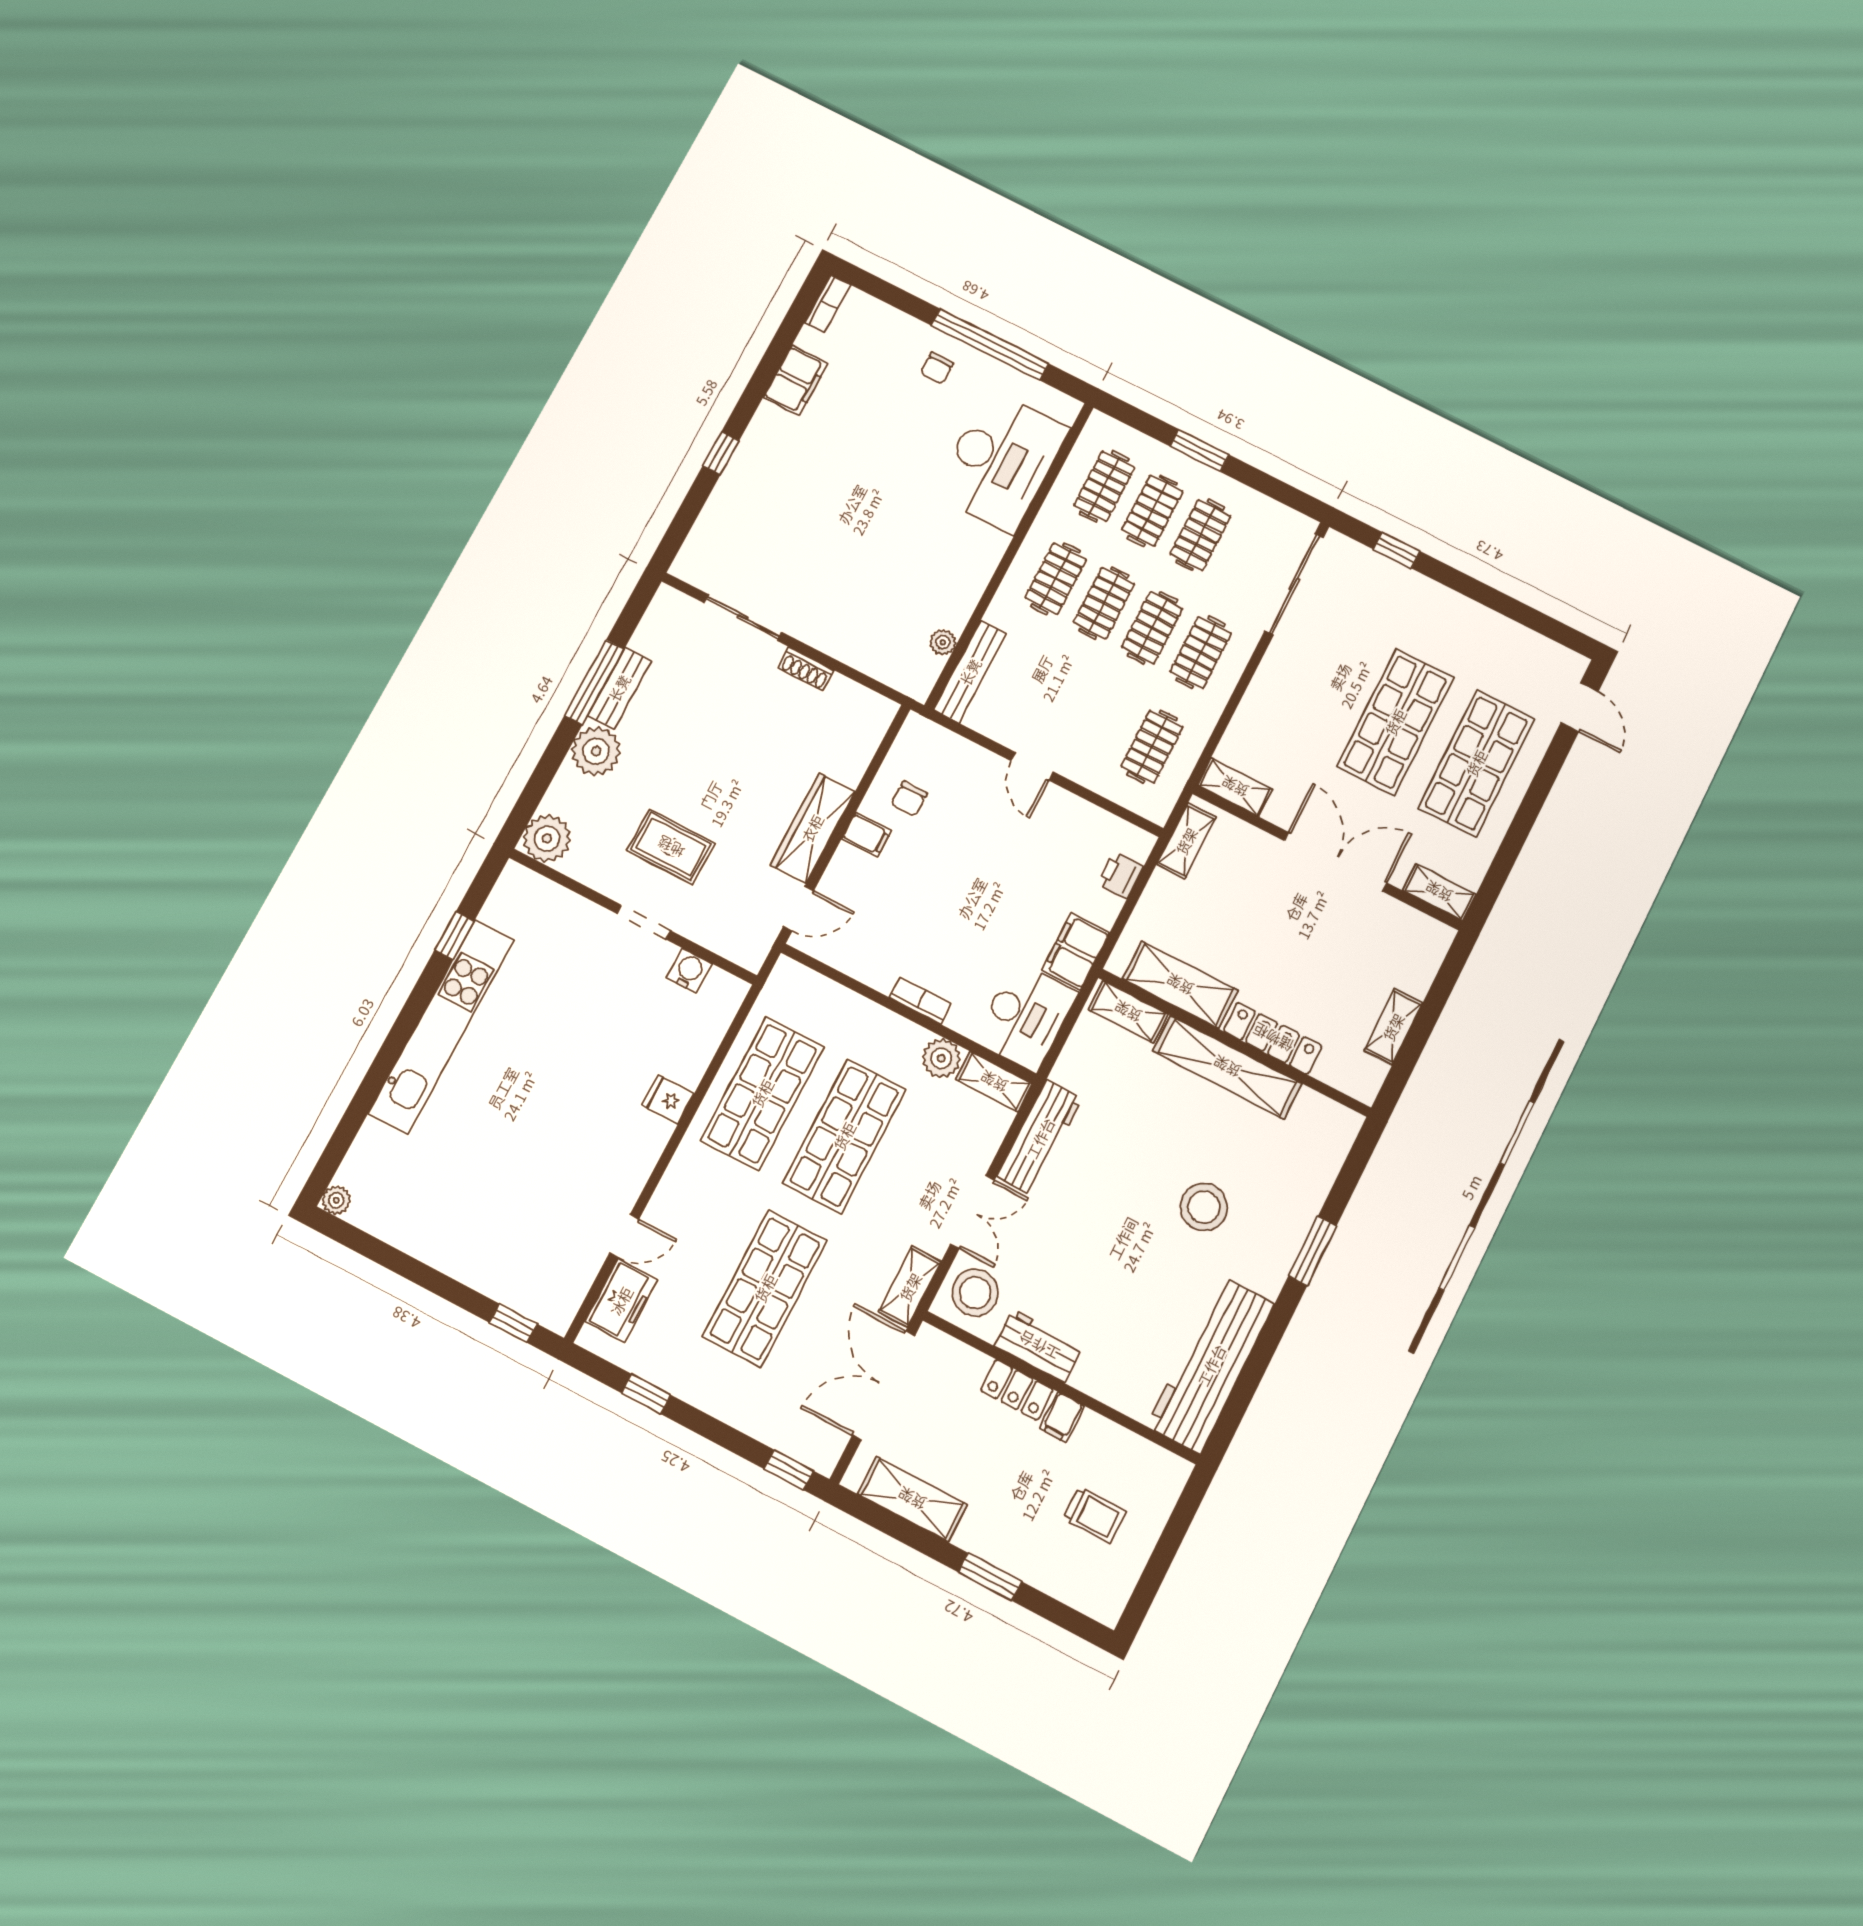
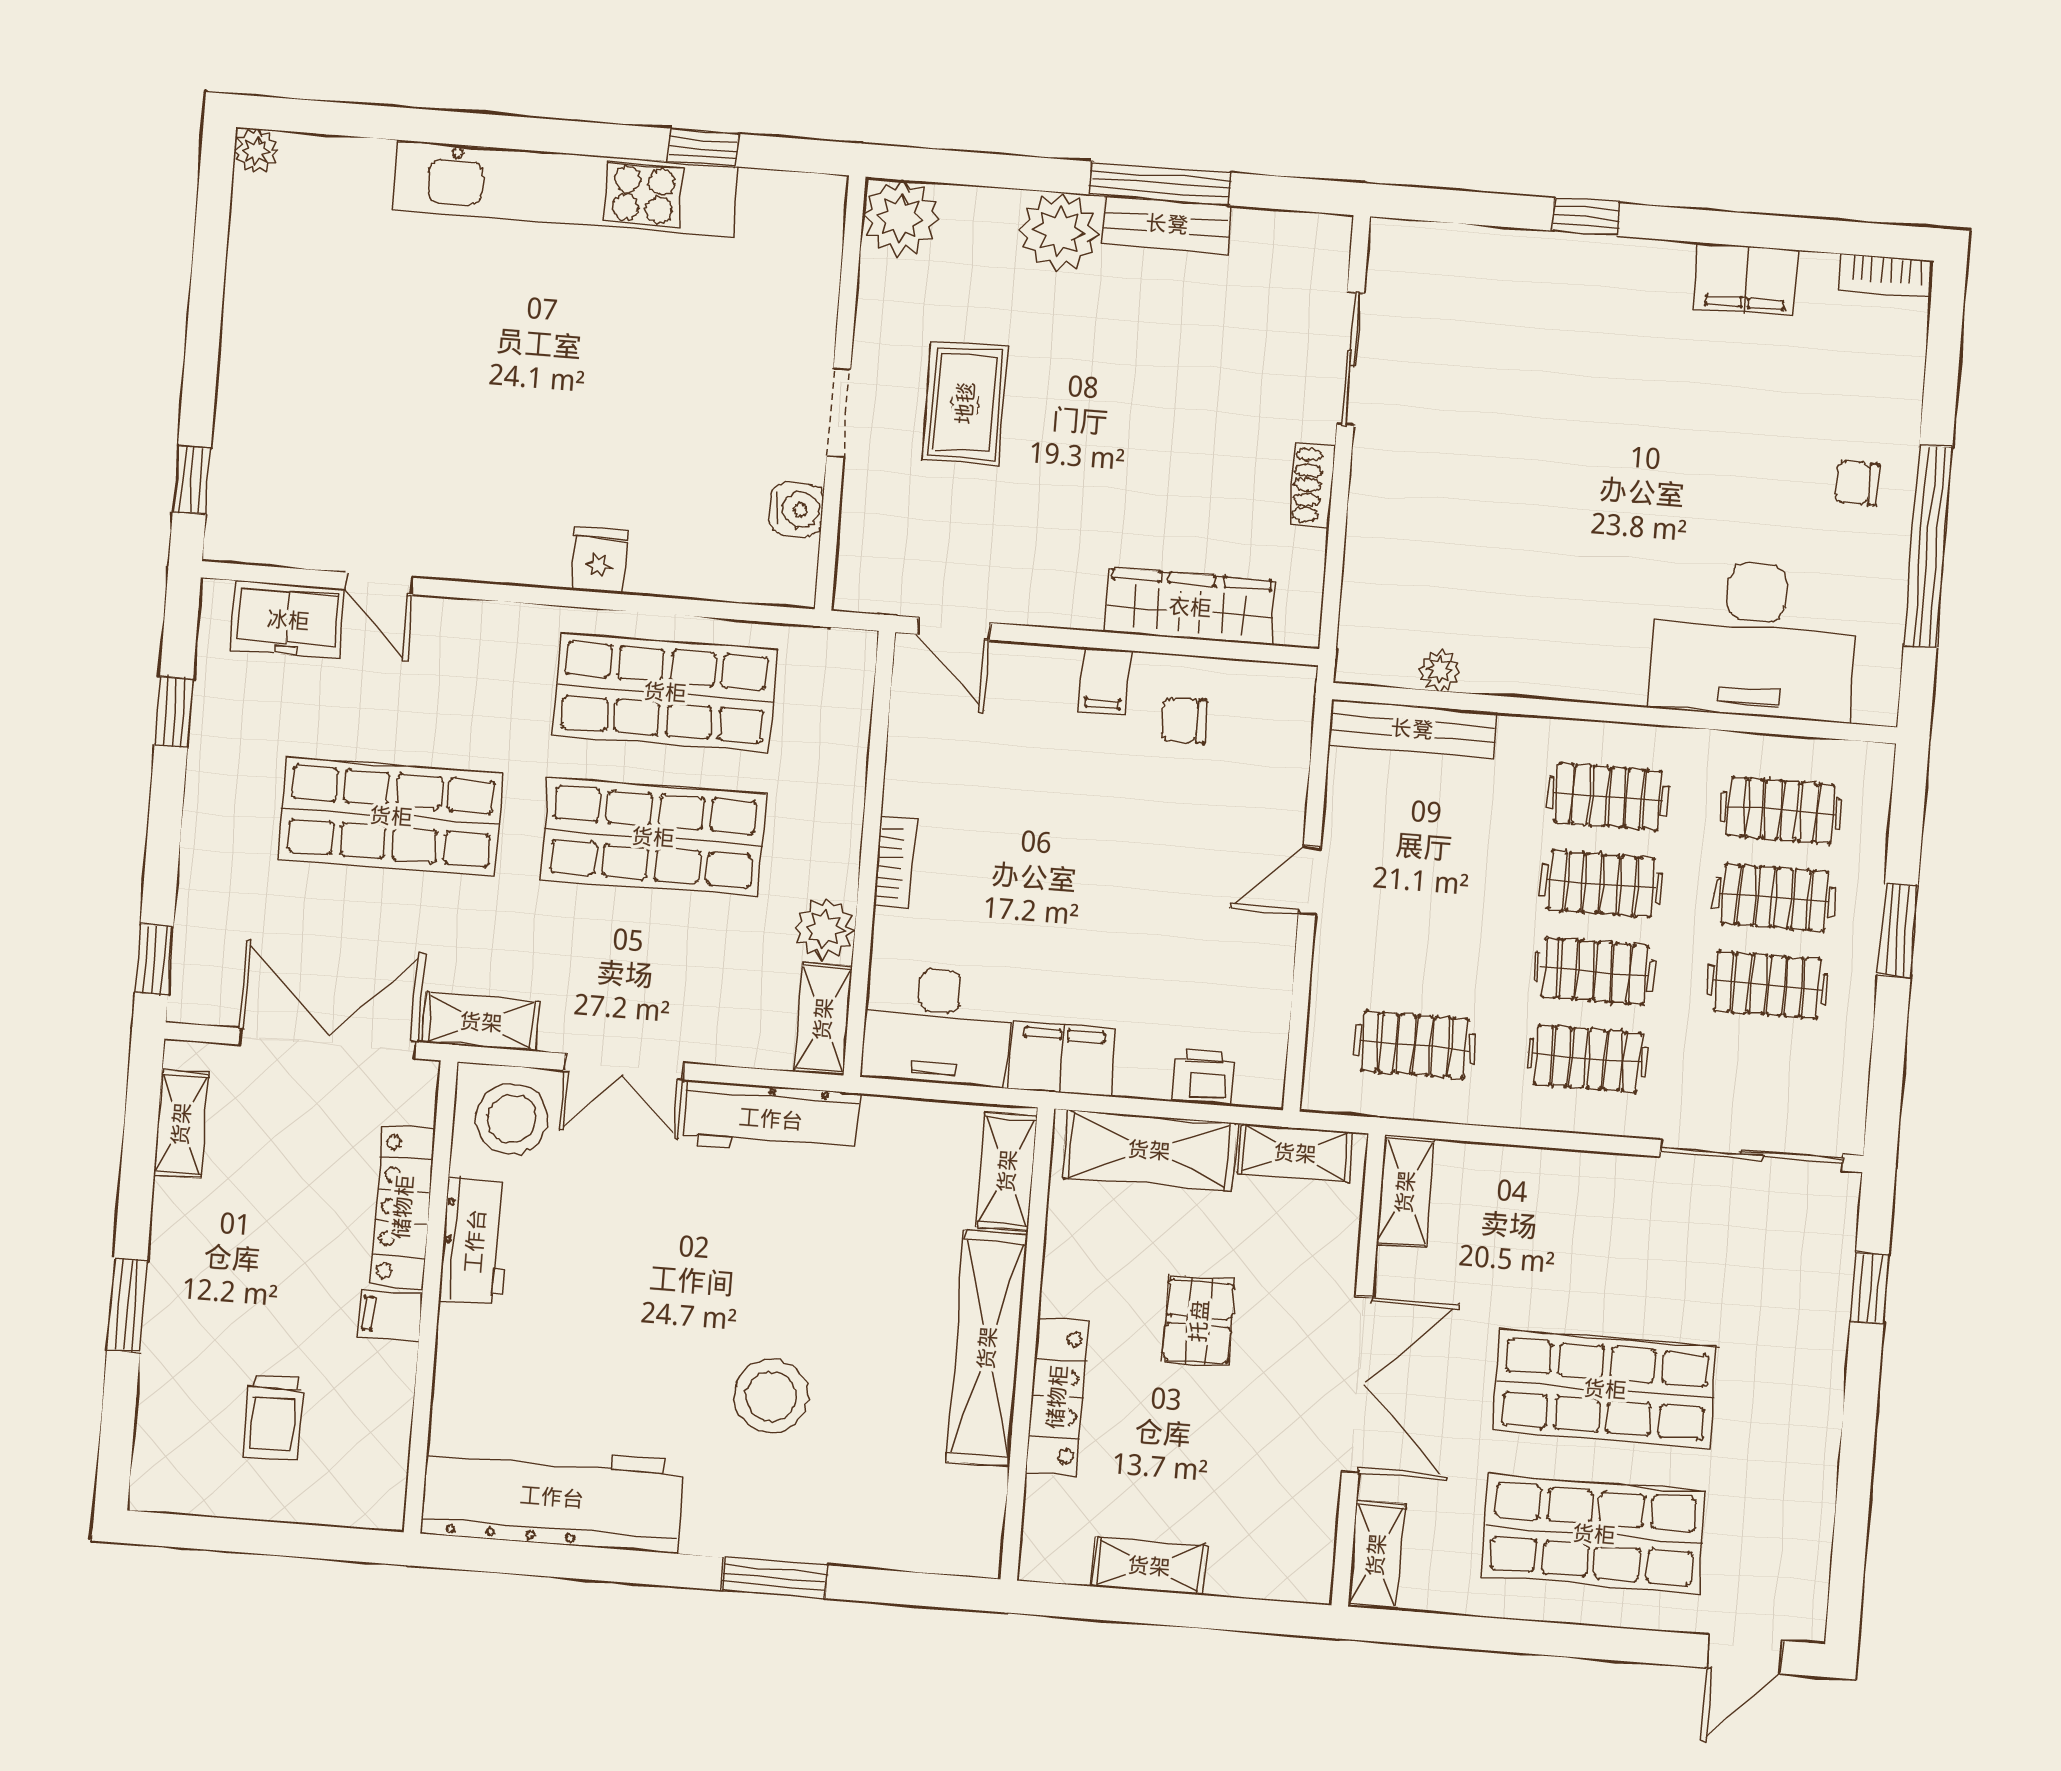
wardrobe: (812, 828) -> (1190, 607), moved
pallet: (1262, 937) -> (1199, 1321), added
shelving: (1180, 985) -> (1149, 1150), moved, turned 90
locker: (1017, 1390) -> (403, 1207), width x1.53
shelving: (912, 1499) -> (181, 1124), width x0.67, depth x0.75

